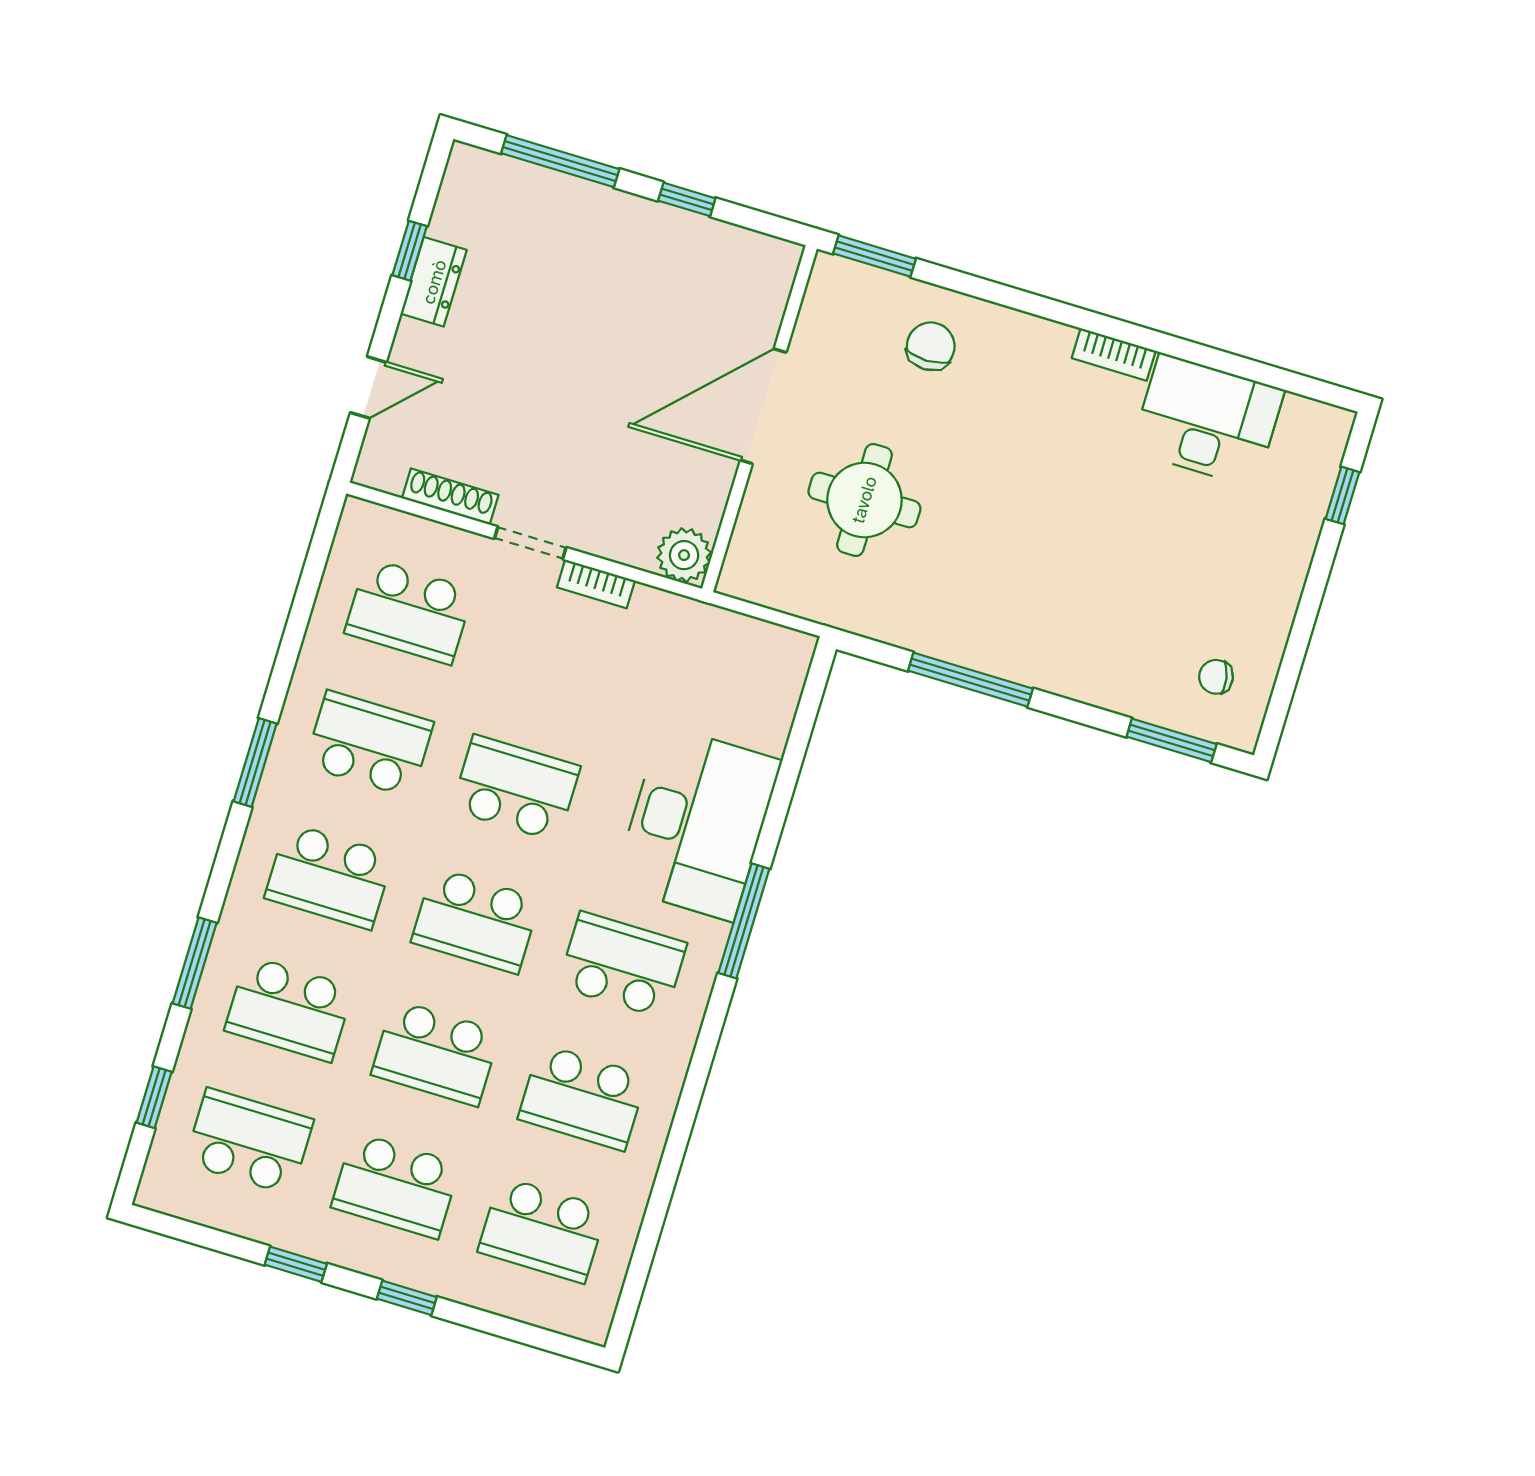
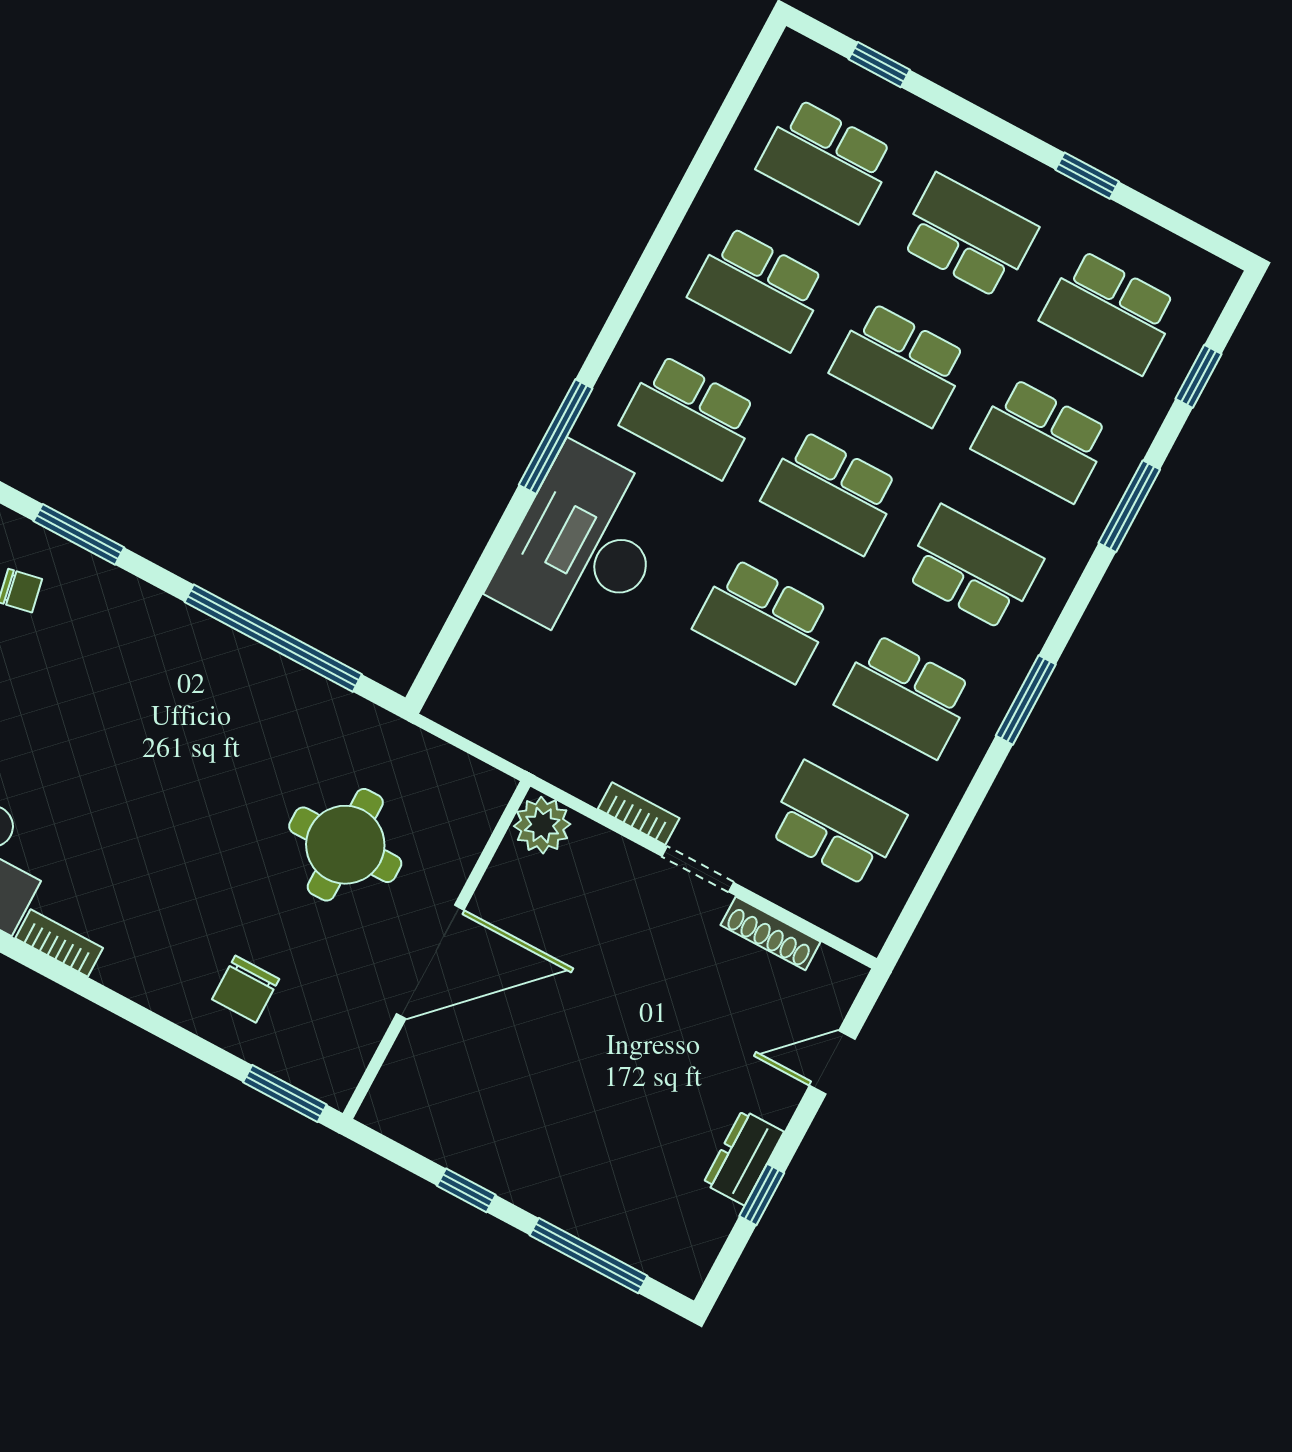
window: (970, 680) -> (273, 638), width x1.46
school desk: (476, 921) -> (831, 492), turned 180
school desk: (289, 1009) -> (1042, 440), turned 180
school desk: (436, 1053) -> (900, 364), turned 180
school desk: (582, 1097) -> (758, 288), turned 180
school desk: (542, 1230) -> (826, 160), turned 180
window: (407, 1298) -> (879, 65), moved

